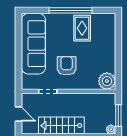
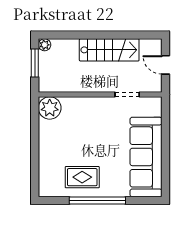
rug: (82, 28) -> (82, 177), turned 90
armchair: (67, 66) -> (103, 128), removed

